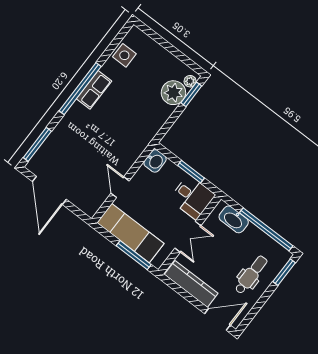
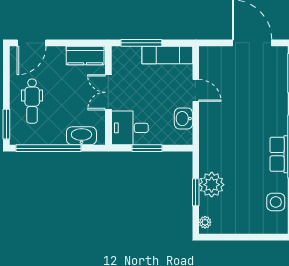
plant: (173, 93) -> (212, 185), moved
window: (191, 94) -> (196, 192), moved
washbasin: (155, 161) -> (183, 119), moved
exam couch: (130, 233) -> (167, 55), width x0.73, depth x0.69
kitchen counter: (191, 284) -> (85, 56), width x0.67

